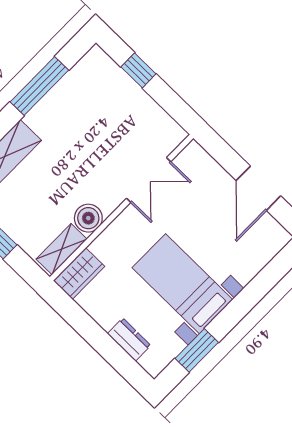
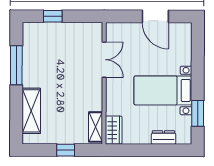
boiler: (88, 218) -> (94, 102), removed

